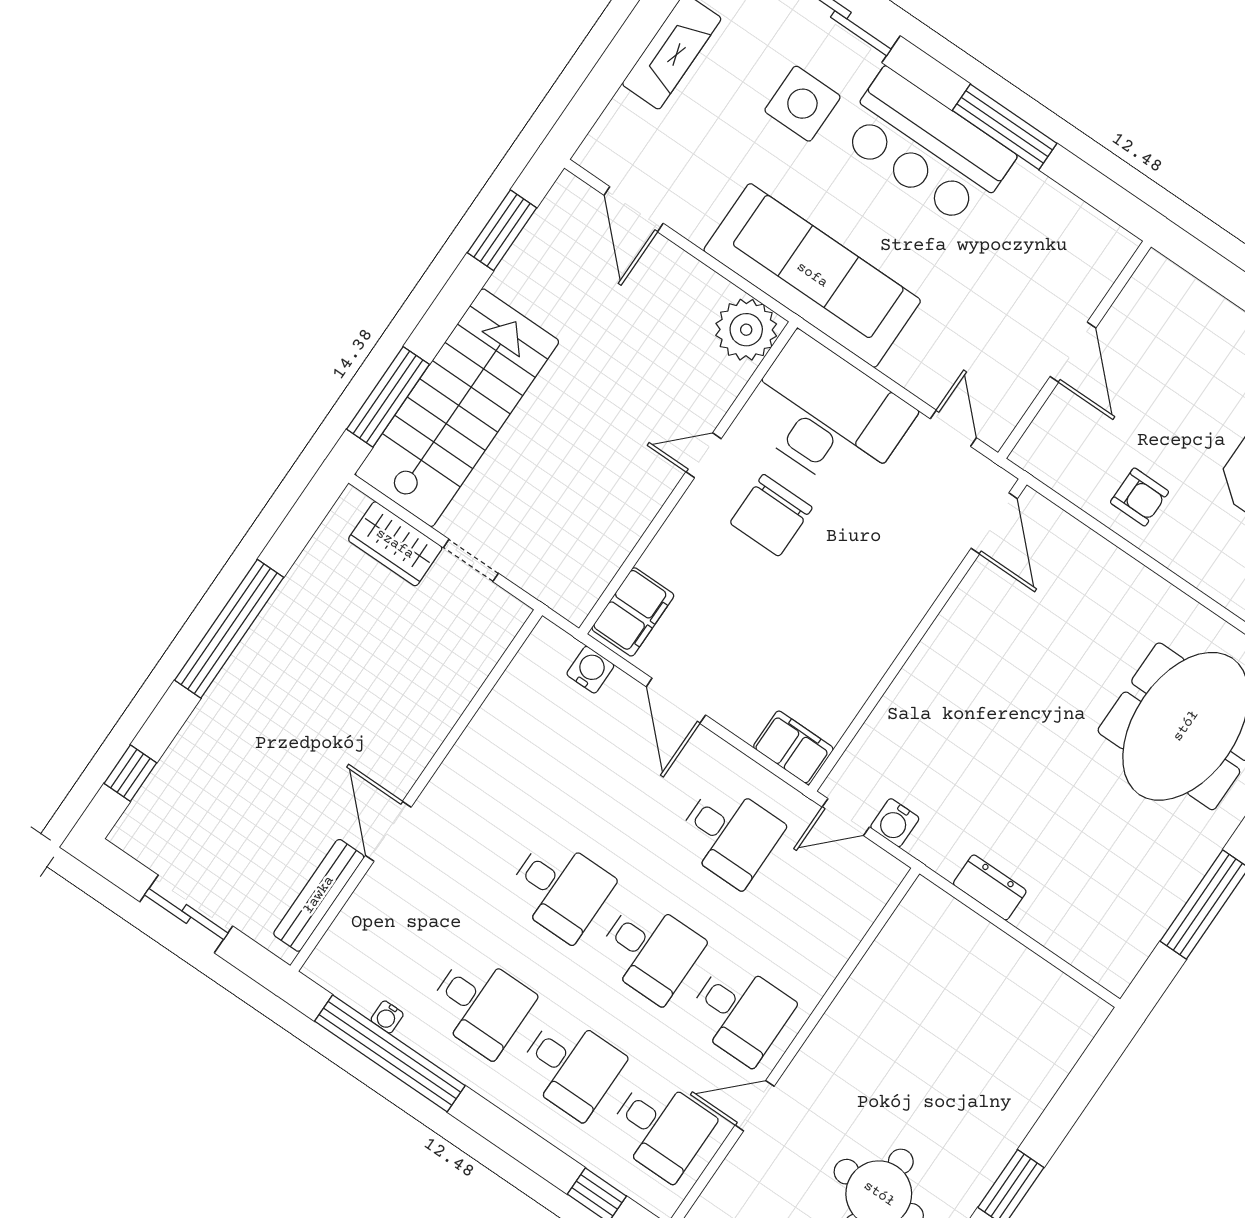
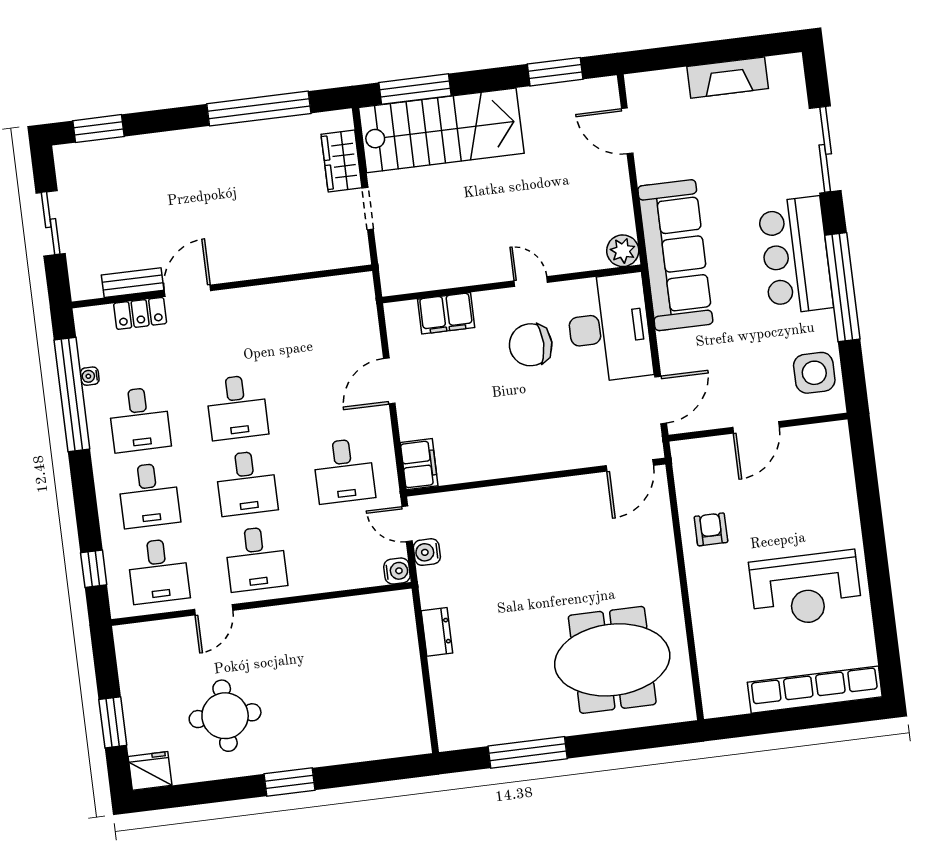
side table: (802, 104) -> (814, 373), moved
window: (1005, 127) -> (842, 287), width x1.46
door: (634, 209) -> (627, 131), hinge flipped
plant: (746, 330) -> (623, 251), width x0.73, depth x0.73
door: (953, 428) -> (661, 400), width x1.38
armchair: (1140, 497) -> (711, 529), turned 180
filing cabinet: (633, 612) -> (446, 313), moved
window: (229, 629) -> (259, 109), moved
water cooler: (590, 670) -> (397, 571), moved
window: (130, 773) -> (98, 129), width x1.50
bench: (319, 895) -> (133, 283), width x0.73
locker: (368, 904) -> (140, 313), added
door: (755, 1106) -> (214, 610), swing flipped

